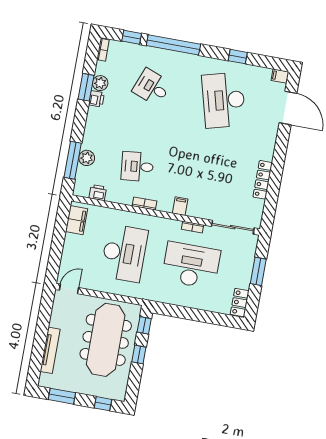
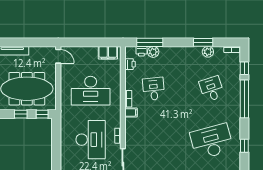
desk: (152, 87) -> (212, 89), turned -39
printer: (96, 99) -> (141, 51), moved
filing cabinet: (180, 206) -> (131, 112), moved

